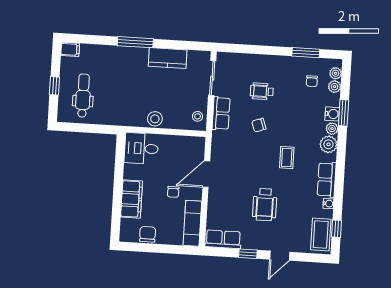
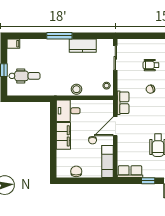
dental chair: (83, 96) -> (25, 76), turned 90
row of seats: (221, 113) -> (123, 103), moved
filing cabinet: (132, 199) -> (63, 136), moved

